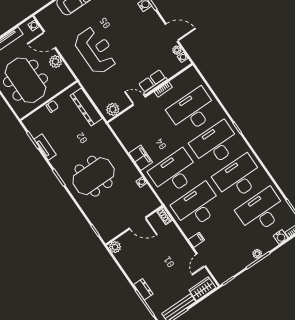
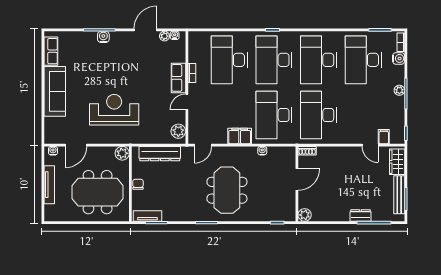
plant: (56, 62) -> (122, 153), moved
door: (115, 135) -> (203, 145), added
tv unit: (45, 147) -> (148, 216), moved
filing cabinet: (196, 240) -> (384, 137), moved

